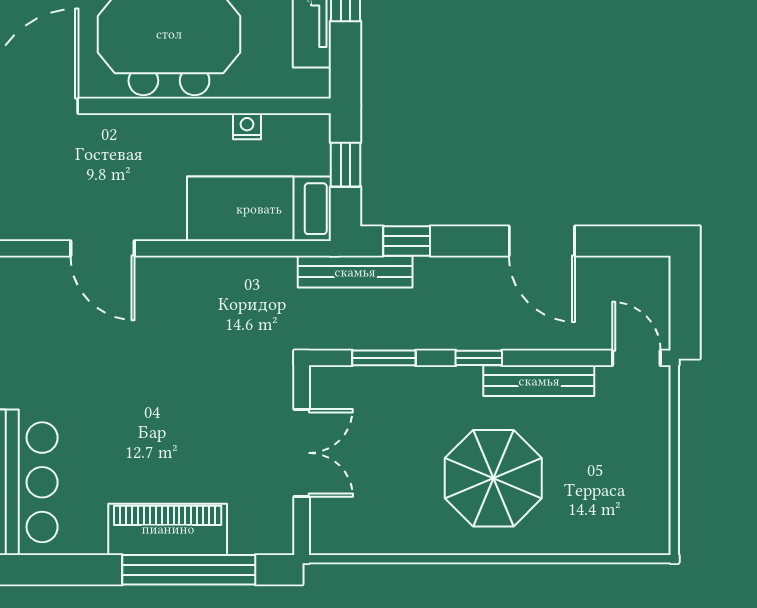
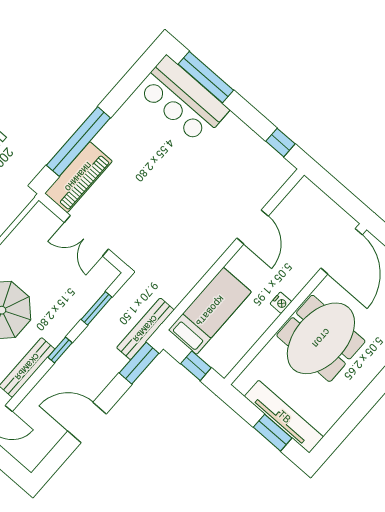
nightstand: (247, 126) -> (281, 303), moved
window: (407, 241) -> (139, 363), width x1.50
door: (102, 248) -> (253, 227), swing flipped
piano: (168, 529) -> (78, 177), moved

